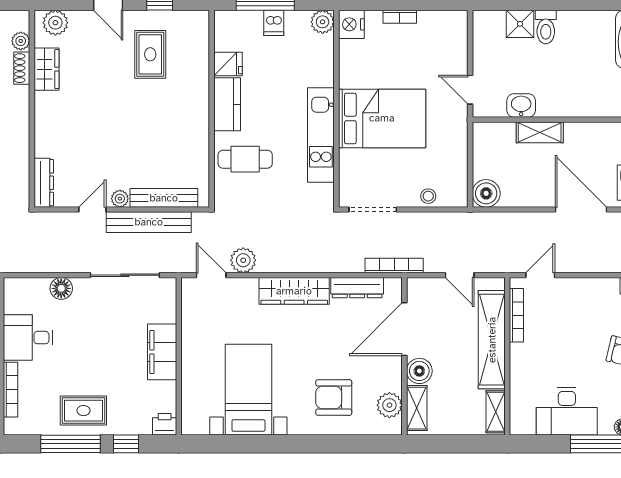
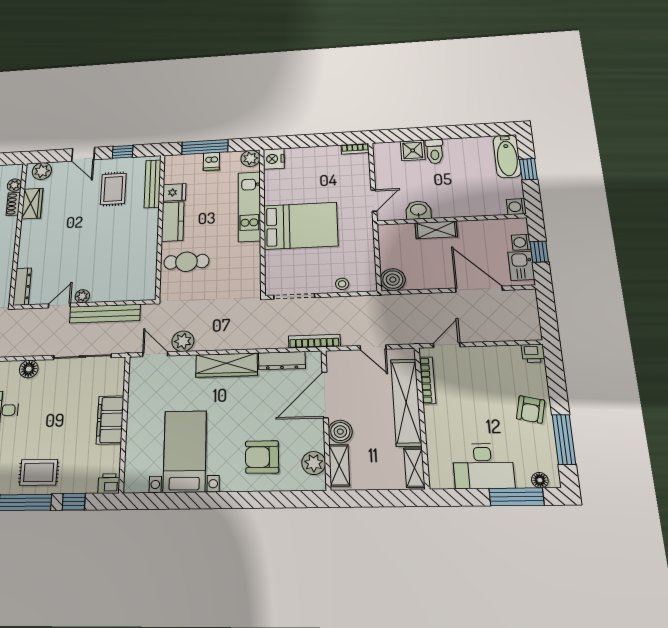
bookcase: (400, 17) -> (355, 149), moved
door: (470, 90) -> (374, 201), swing flipped
kitchen unit: (321, 135) -> (249, 206), moved
bench: (164, 198) -> (152, 184), moved, turned 90

